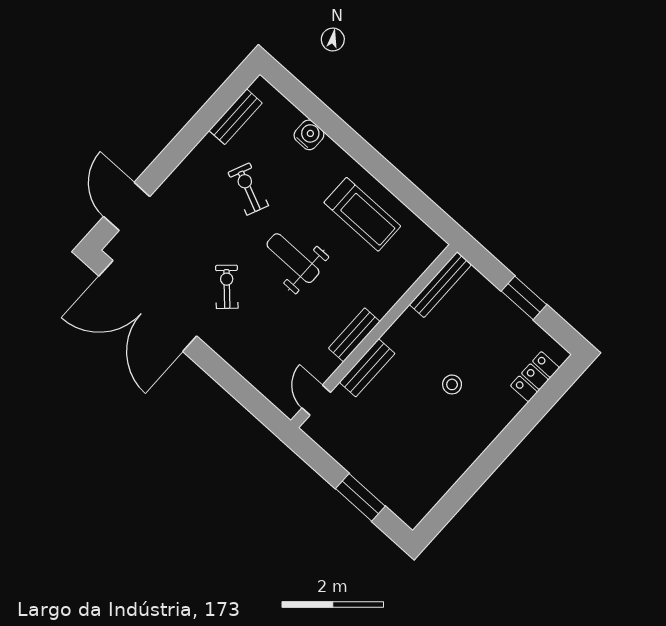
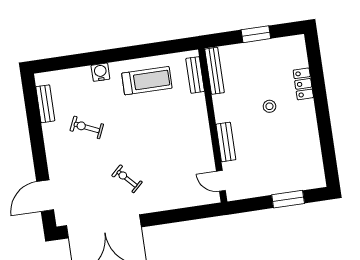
water cooler: (309, 135) -> (100, 72), moved
door: (127, 206) -> (45, 196), hinge flipped
weight bench: (293, 258) -> (140, 134), removed
bench: (354, 335) -> (195, 75), moved
locker: (535, 377) -> (303, 84), moved

